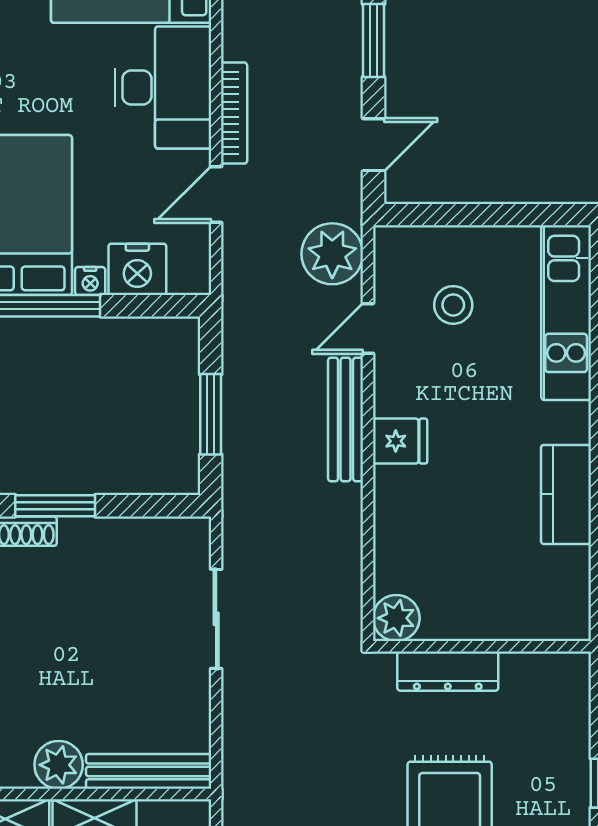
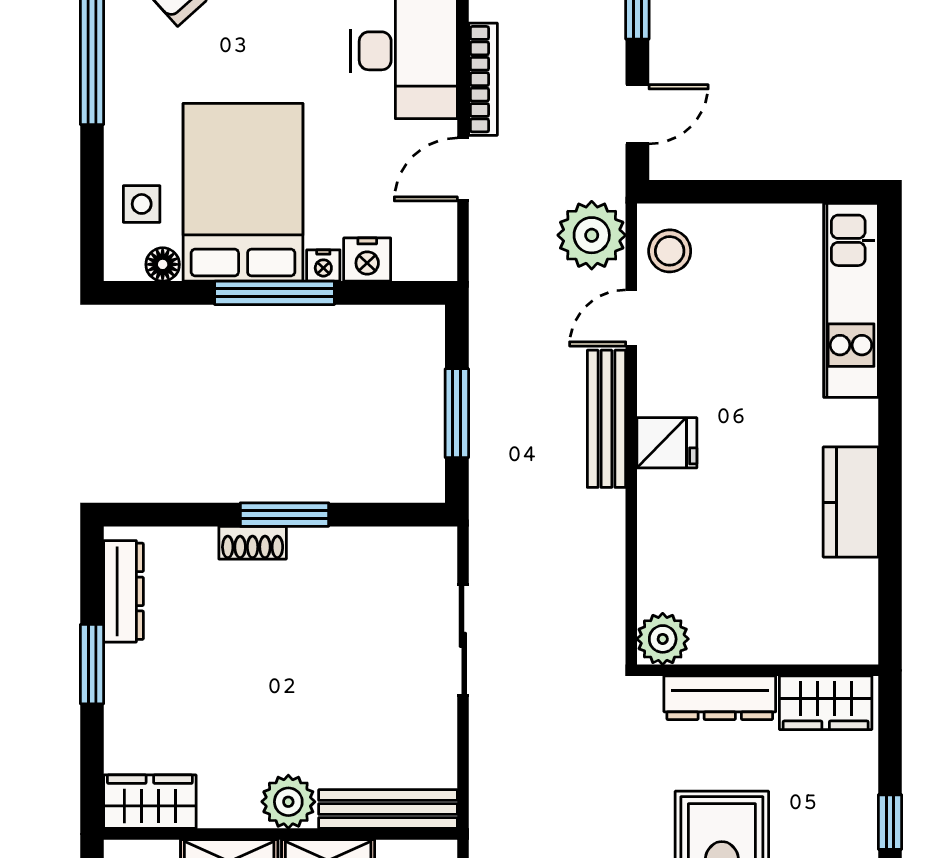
nightstand: (137, 269) -> (367, 260), width x0.74, depth x0.75
stool: (453, 305) -> (670, 251), moved
wardrobe: (543, 676) -> (826, 703), added

